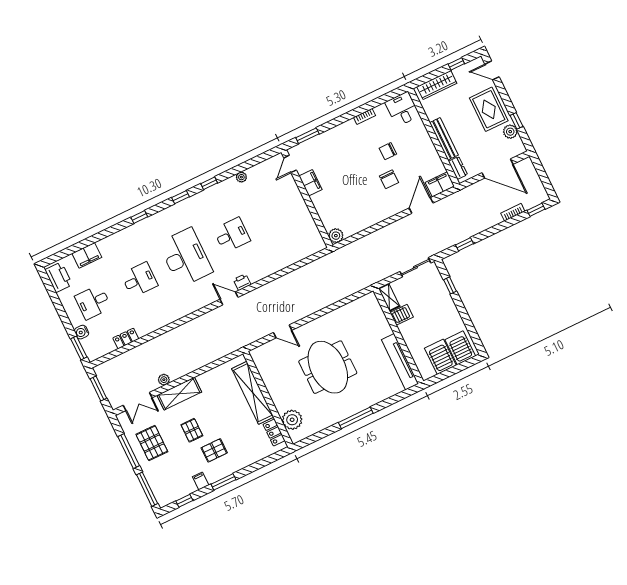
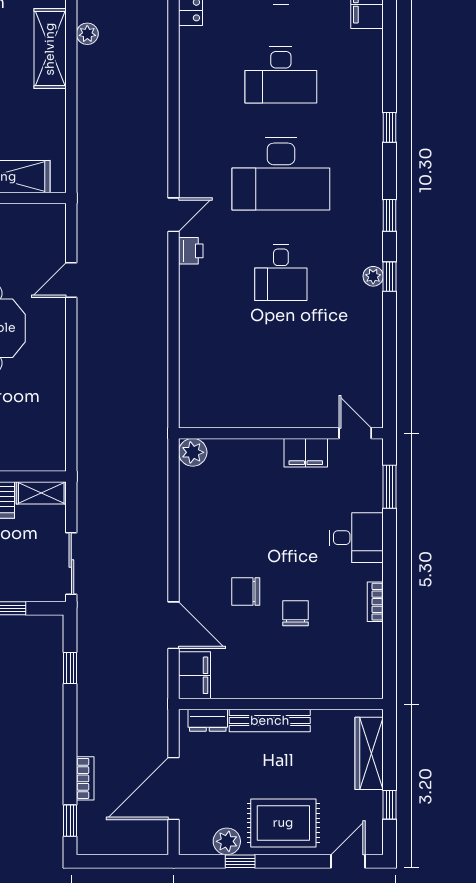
desk: (402, 109) -> (356, 538), moved
plant: (241, 177) -> (373, 276), moved
desk: (139, 280) -> (281, 75), width x1.37

